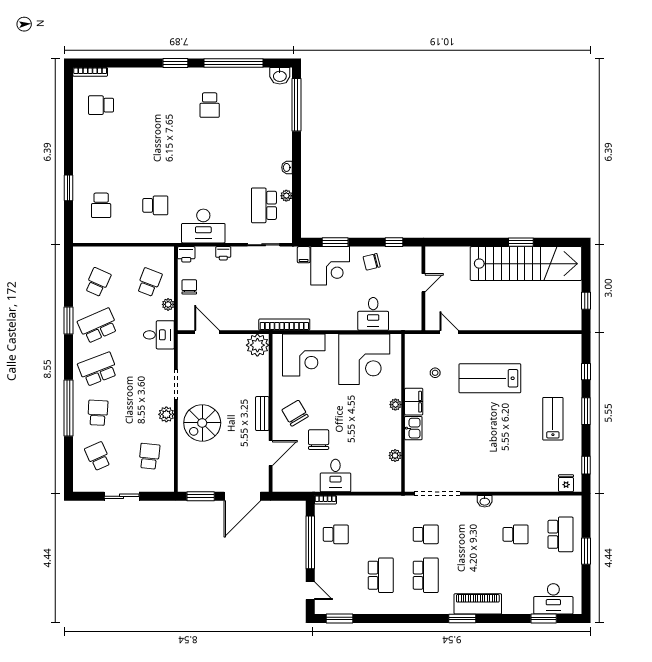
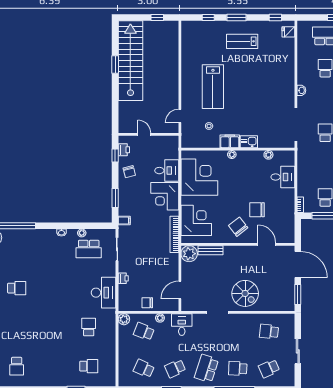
printer: (186, 254) -> (124, 150), moved
corner desk: (330, 266) -> (165, 196), moved, turned 180
school desk: (98, 326) -> (175, 368), width x0.54
school desk: (98, 369) -> (206, 368), turned 39
chair: (295, 413) -> (238, 227), turned 83
plant: (166, 414) -> (124, 319), moved
bench: (262, 414) -> (210, 250), moved
desk: (335, 476) -> (283, 177), moved

